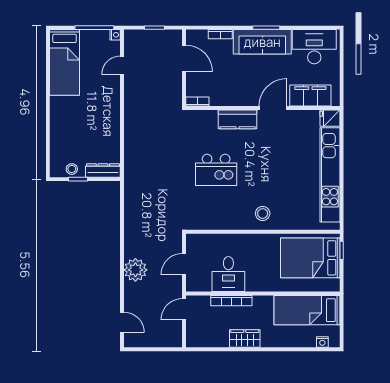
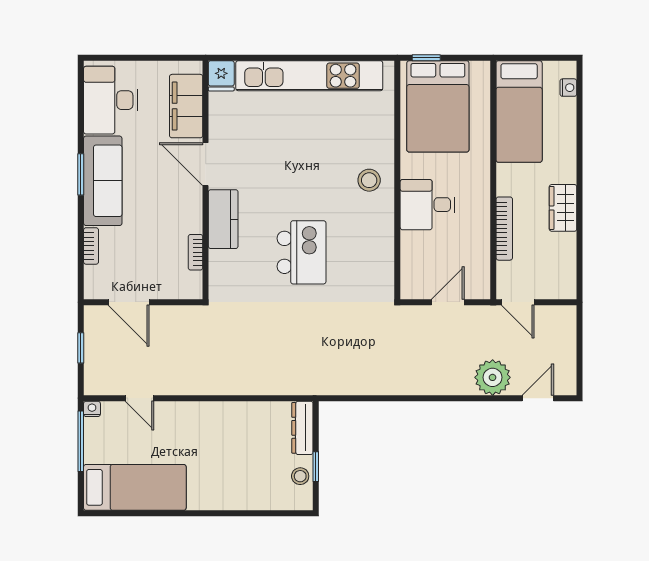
door: (184, 58) -> (129, 302), swing flipped
bookcase: (197, 102) -> (195, 252), moved
door: (184, 264) -> (448, 302), swing flipped
plant: (135, 270) -> (493, 377), moved
desk: (228, 274) -> (428, 205), moved, turned 180

